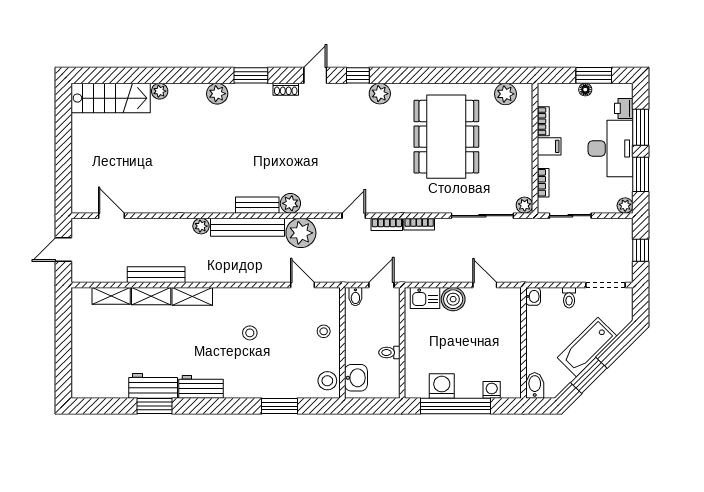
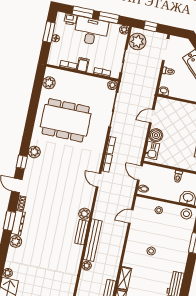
dresser: (250, 91) -> (18, 223), added
plant: (301, 233) -> (137, 41), moved

